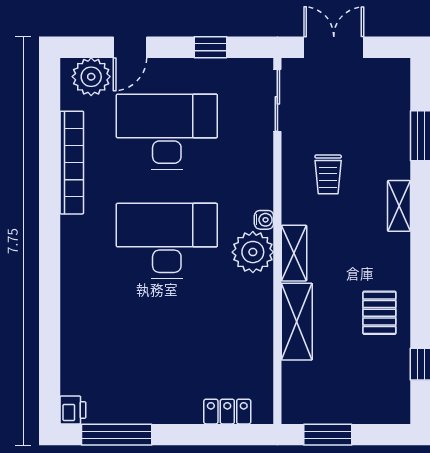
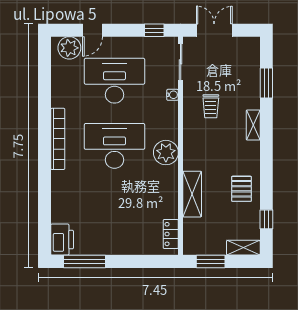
window: (210, 47) -> (154, 30), moved
bookcase: (72, 163) -> (58, 139), moved
water cooler: (264, 220) -> (173, 95), moved
shelving: (294, 253) -> (243, 248), moved, turned 90
printer: (73, 410) -> (62, 240), width x1.87, depth x1.48
locker: (227, 412) -> (171, 234), moved, turned -90

